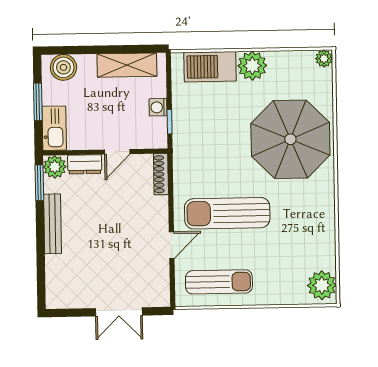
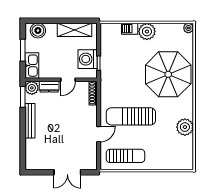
barbecue: (210, 67) -> (130, 29), width x0.53, depth x0.65
washing machine: (158, 107) -> (88, 59), width x1.89, depth x1.89
plant: (322, 285) -> (185, 127), moved

